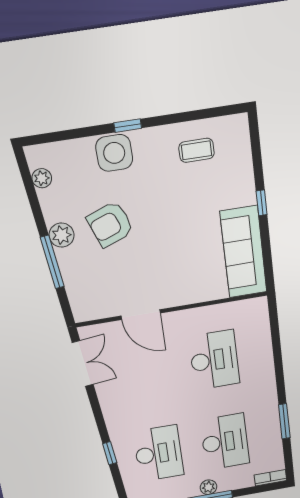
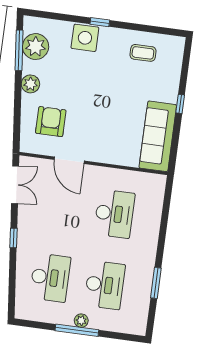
plant: (42, 178) -> (36, 47), width x1.88, depth x1.88
armchair: (110, 224) -> (51, 122), moved, turned 110
window: (52, 262) -> (19, 50), moved
window: (110, 453) -> (13, 238), moved
bookcase: (270, 478) -> (133, 329), removed

